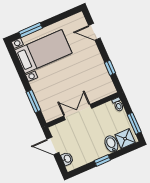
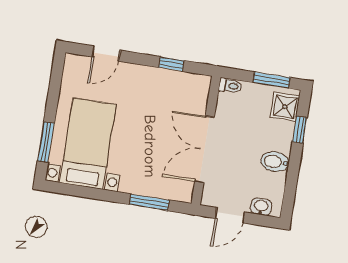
double door: (78, 112) -> (205, 150), width x1.37
bidet: (111, 144) -> (275, 162), moved
window: (102, 160) -> (300, 130), moved

